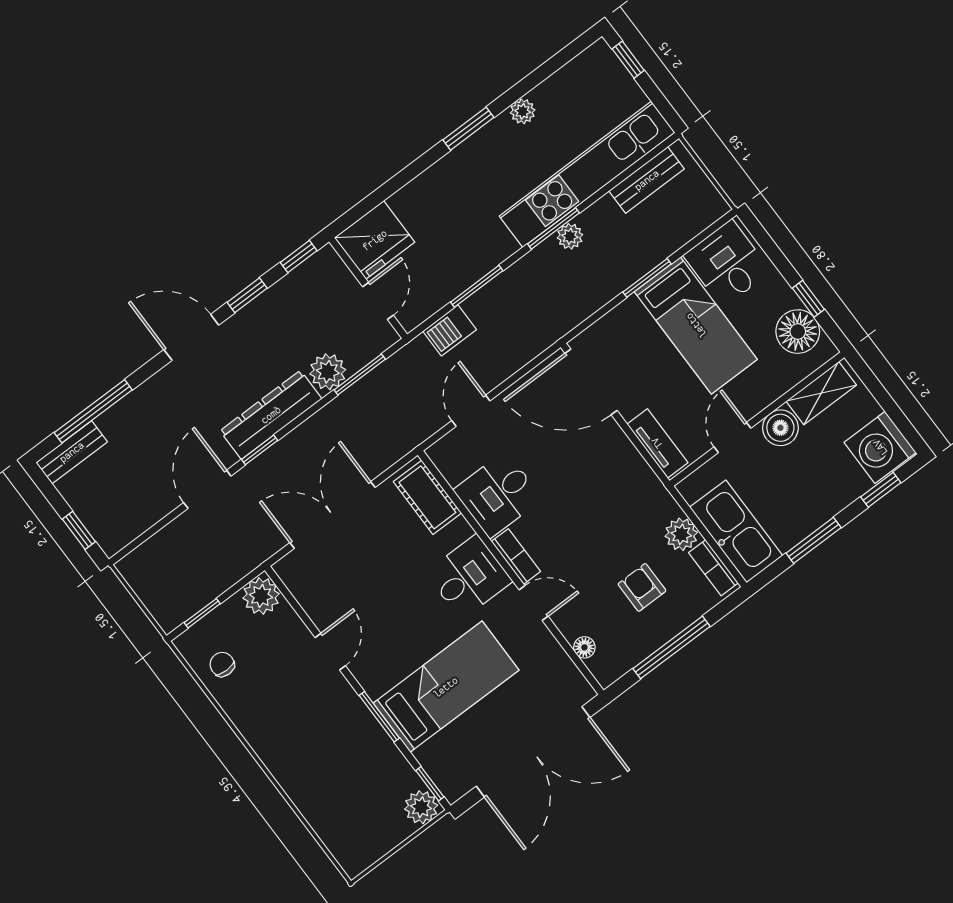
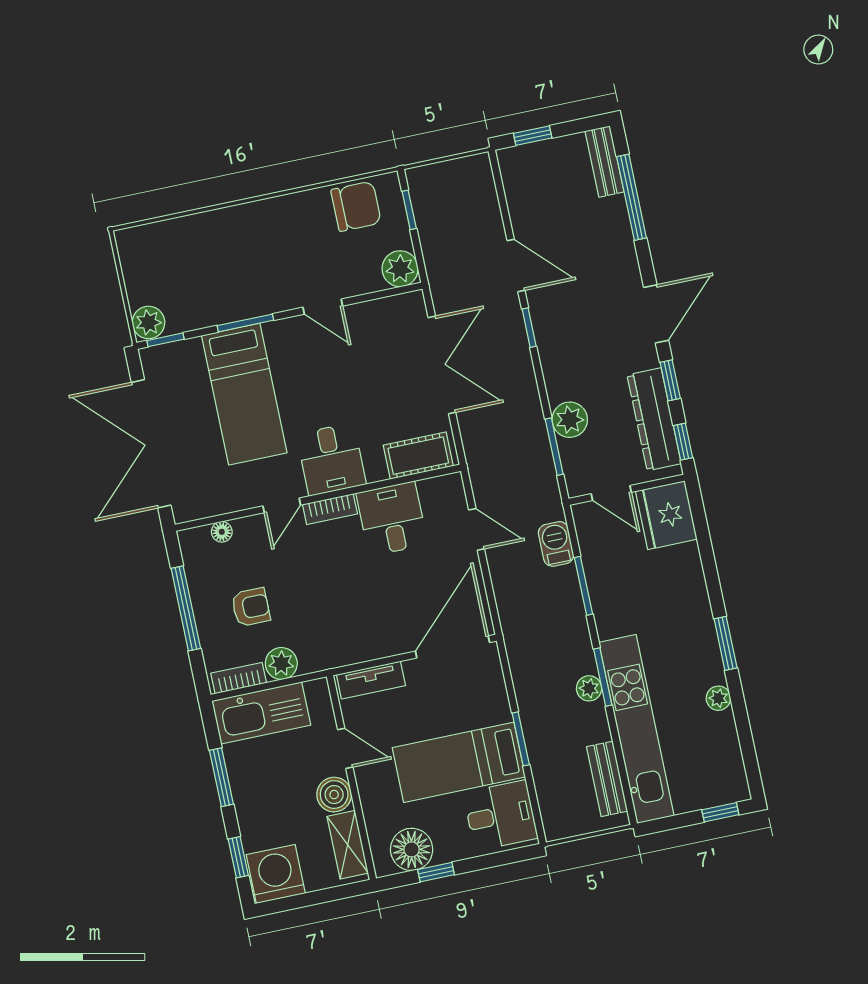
dresser: (271, 415) -> (654, 419), moved, turned 180
chair: (222, 664) -> (356, 206), width x1.87, depth x1.87

